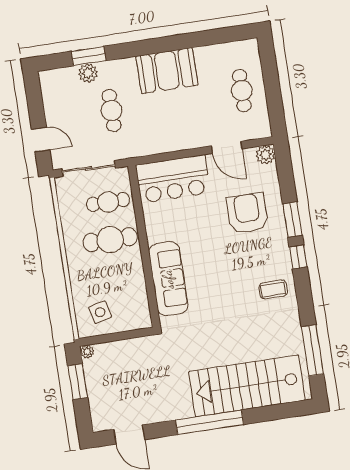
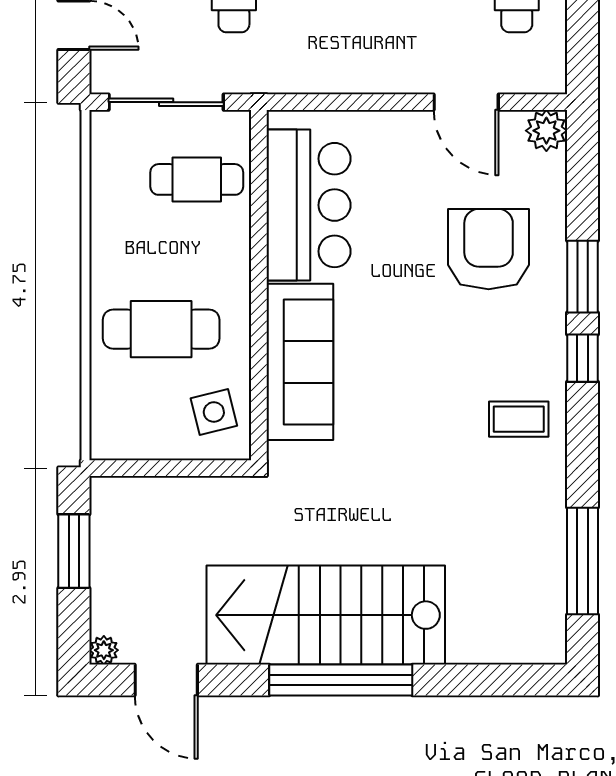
bar counter: (173, 179) -> (308, 205), moved, turned -90
cafe table: (110, 240) -> (161, 329), moved
side table: (100, 312) -> (214, 412), moved
plant: (87, 352) -> (104, 650), moved
stairs: (247, 386) -> (326, 615), moved

